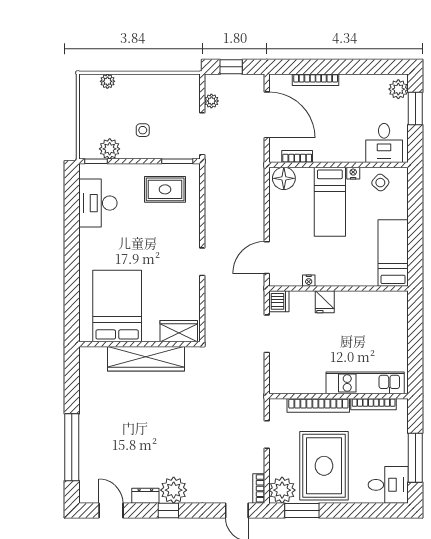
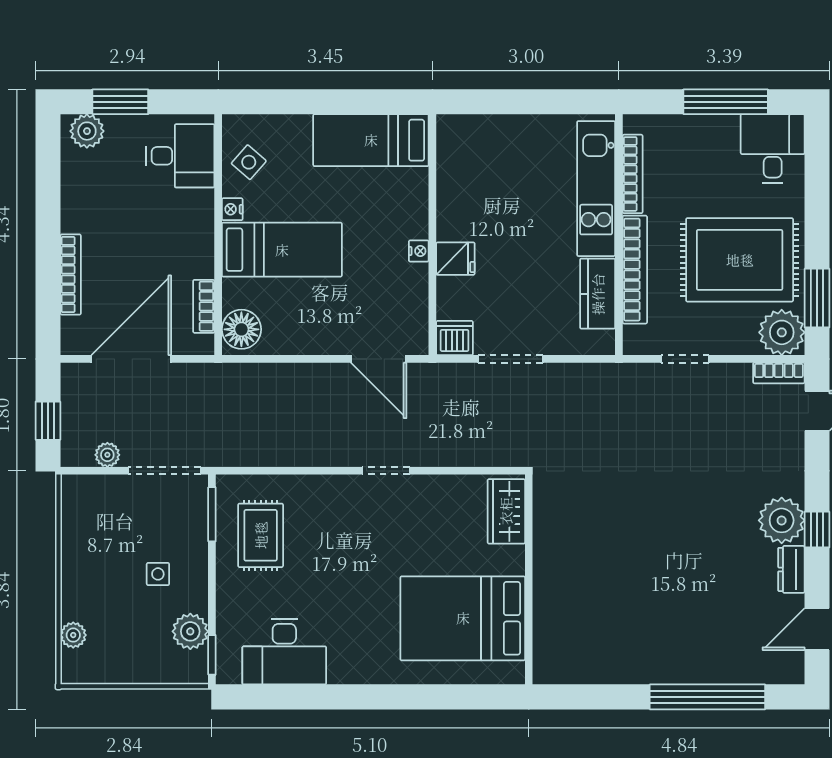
nightstand: (309, 281) -> (419, 251), moved
wardrobe: (146, 359) -> (554, 568), removed
kitchen counter: (304, 384) -> (598, 294), added

